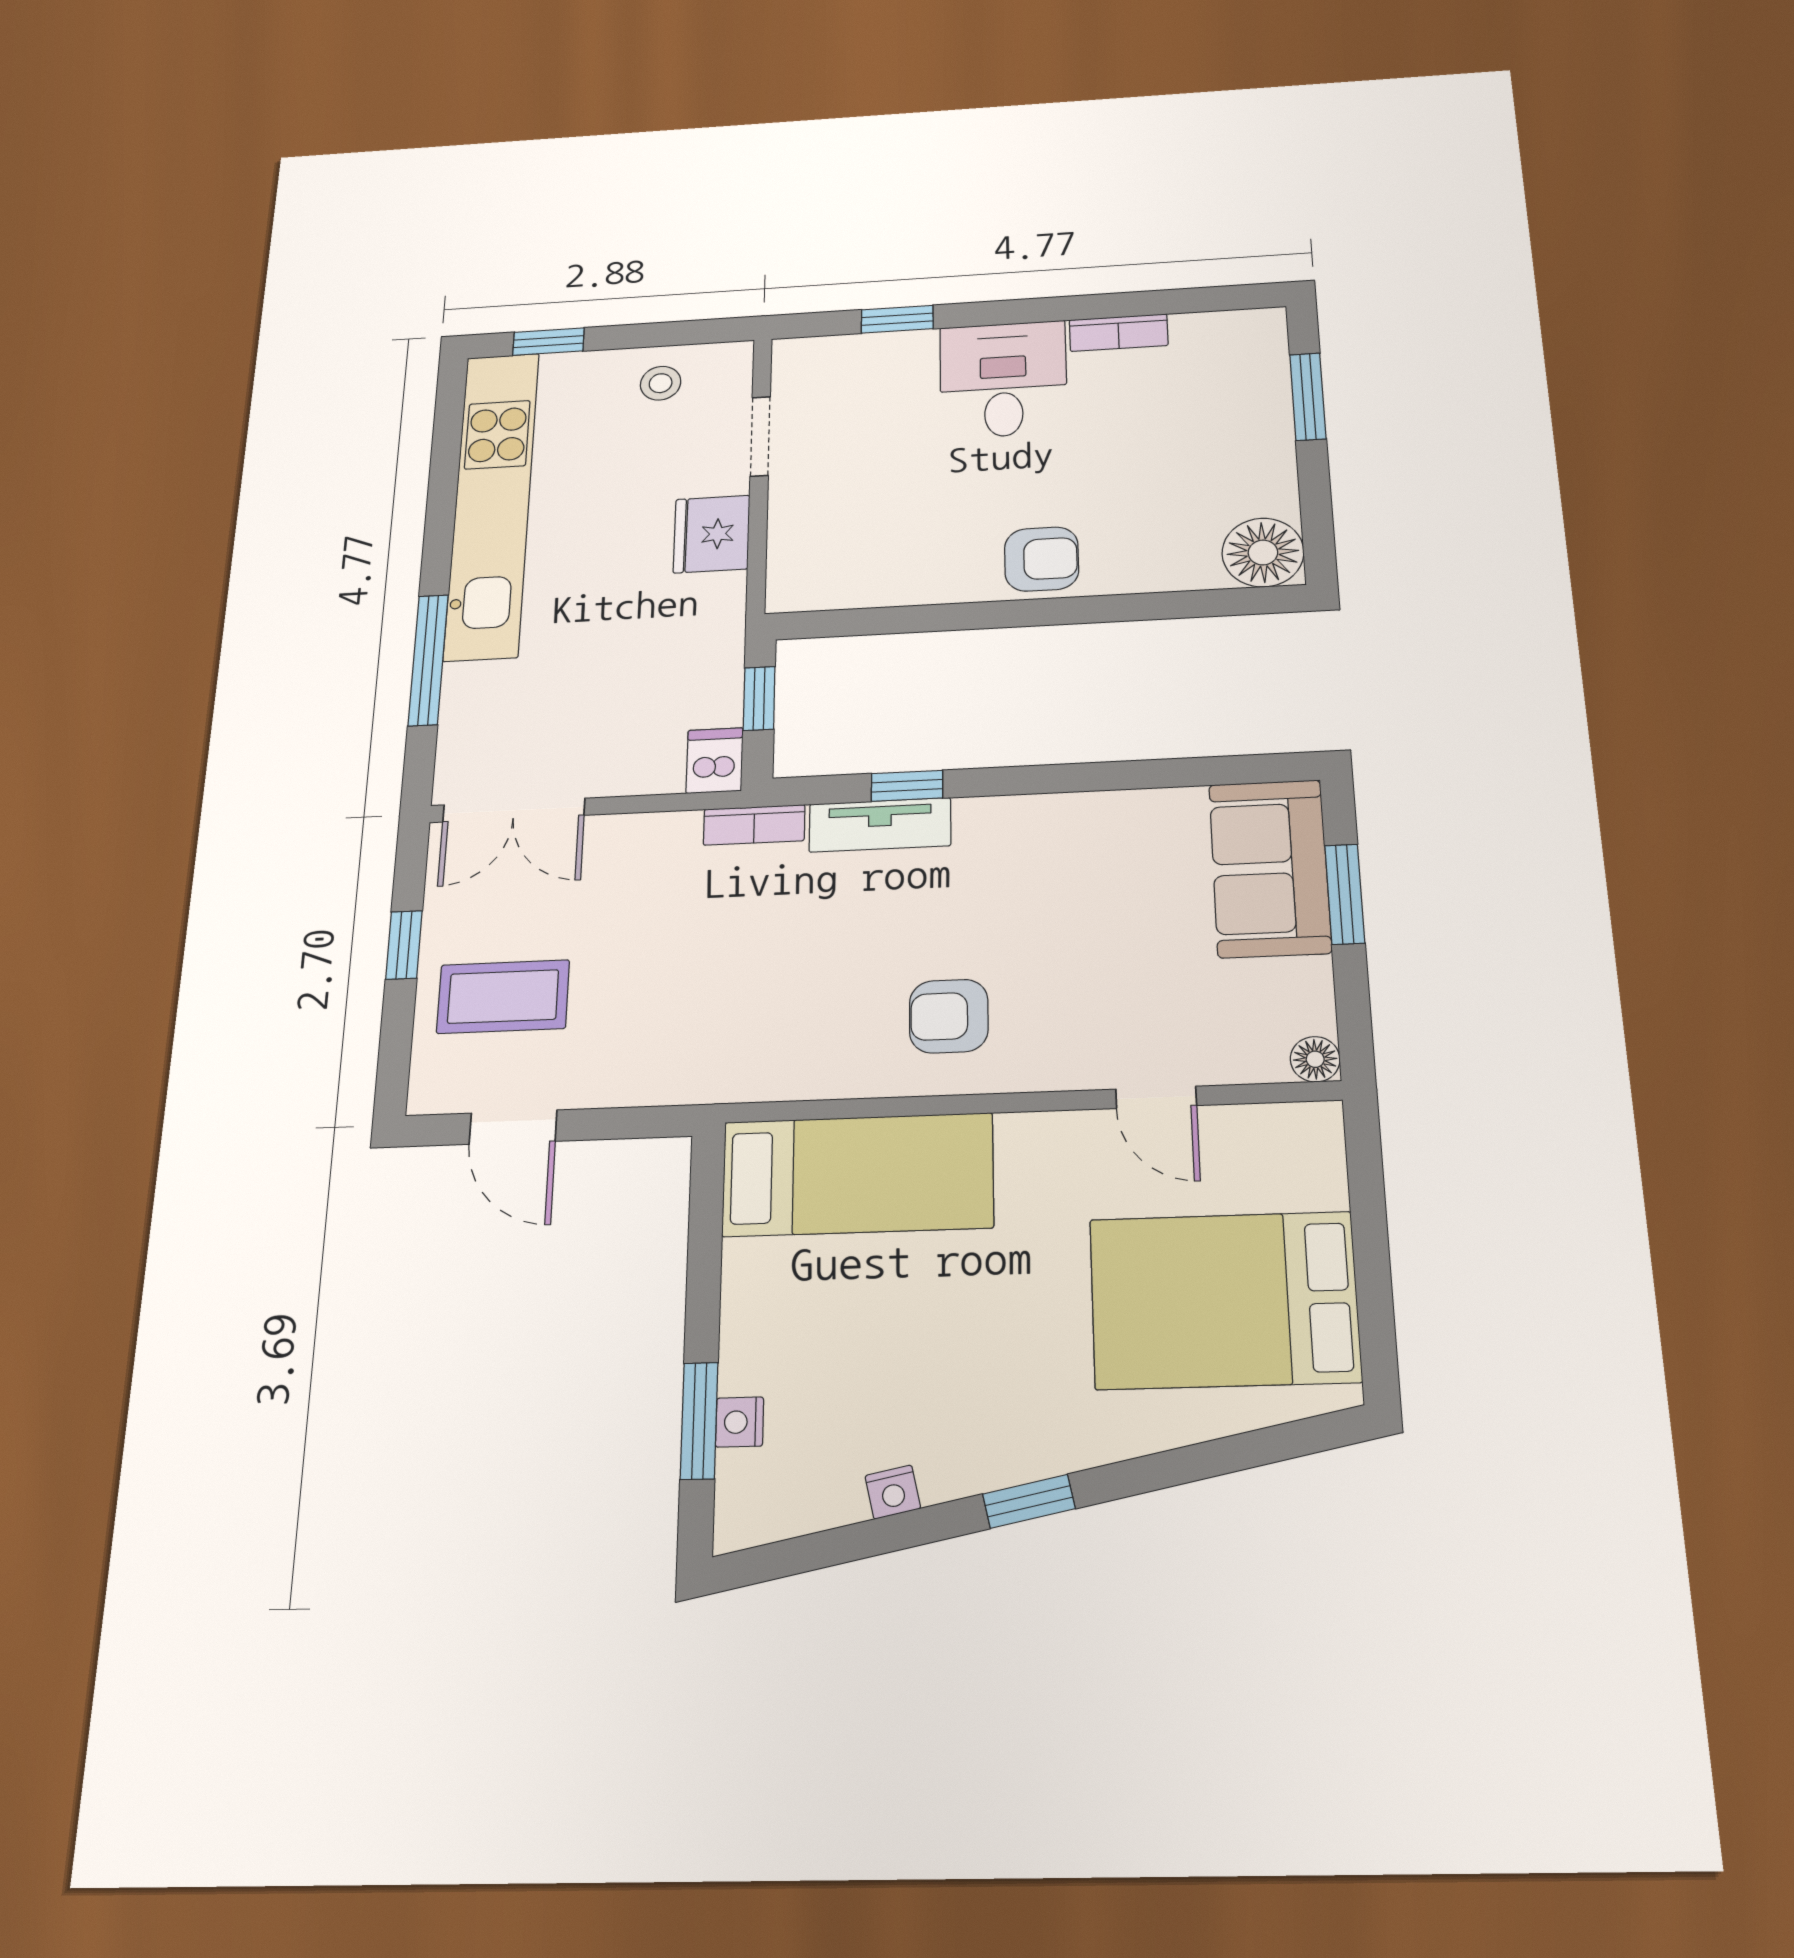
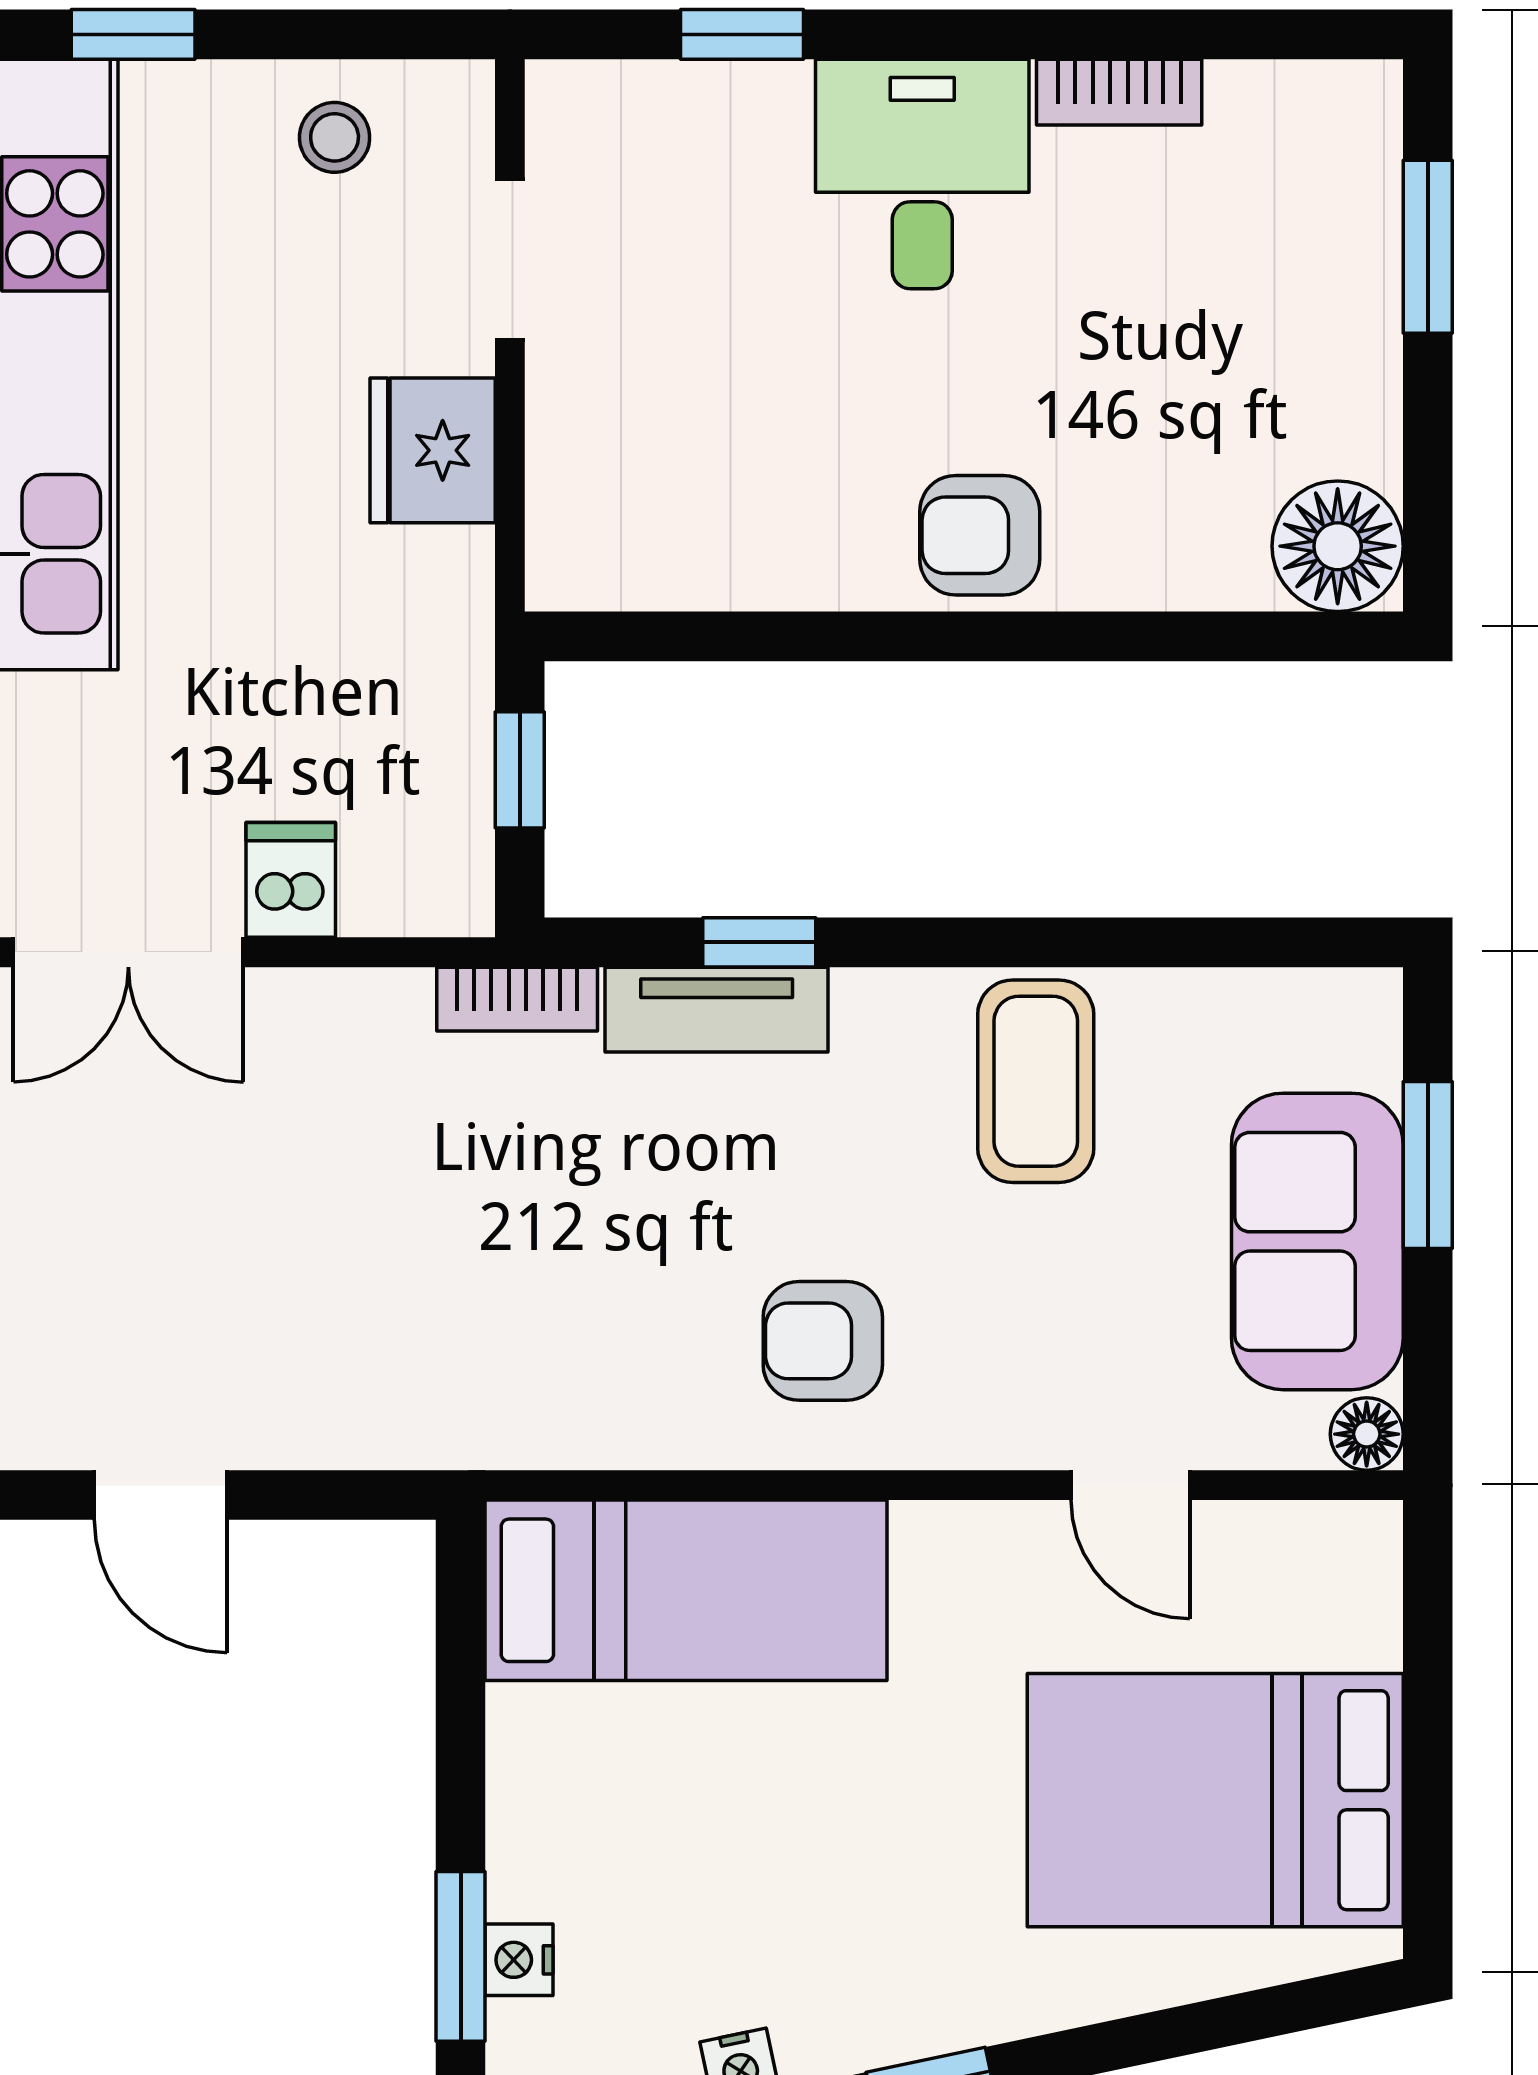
armchair: (1042, 559) -> (980, 535), turned 180
dishwasher: (715, 760) -> (291, 880), moved
sofa: (1270, 868) -> (1317, 1241), moved
coffee table: (503, 997) -> (1036, 1081), moved, turned 90

